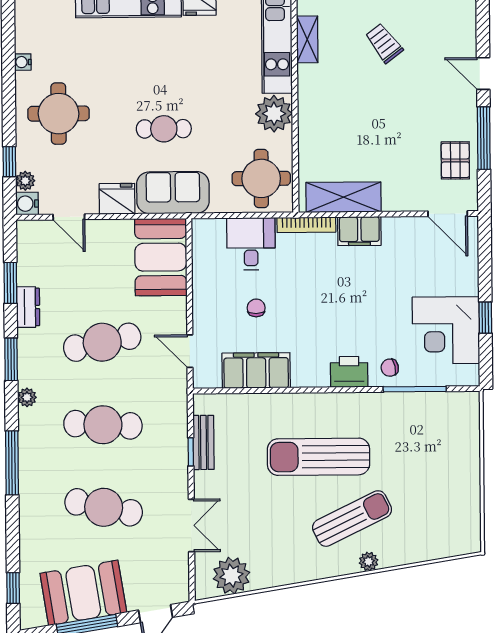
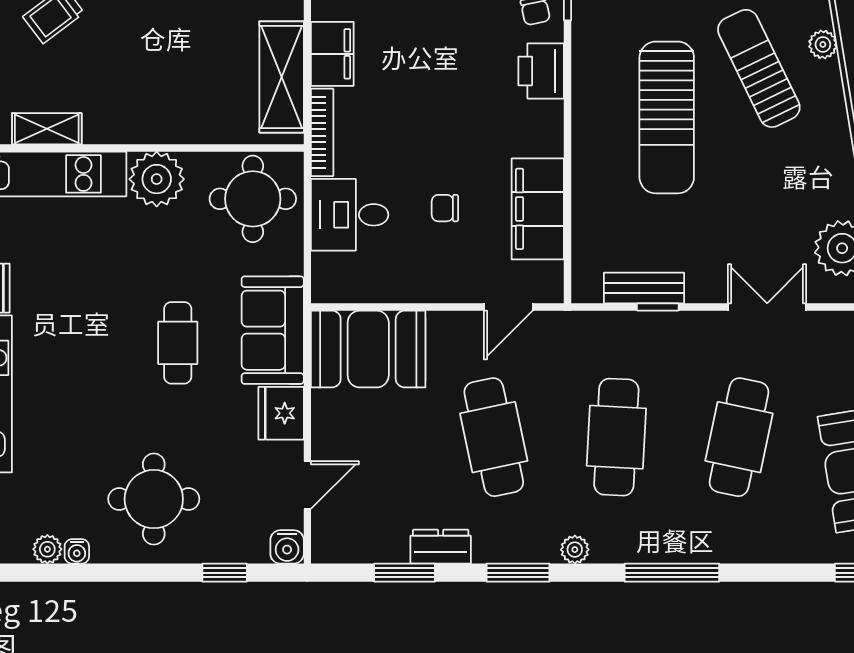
plant: (25, 181) -> (47, 549), moved

